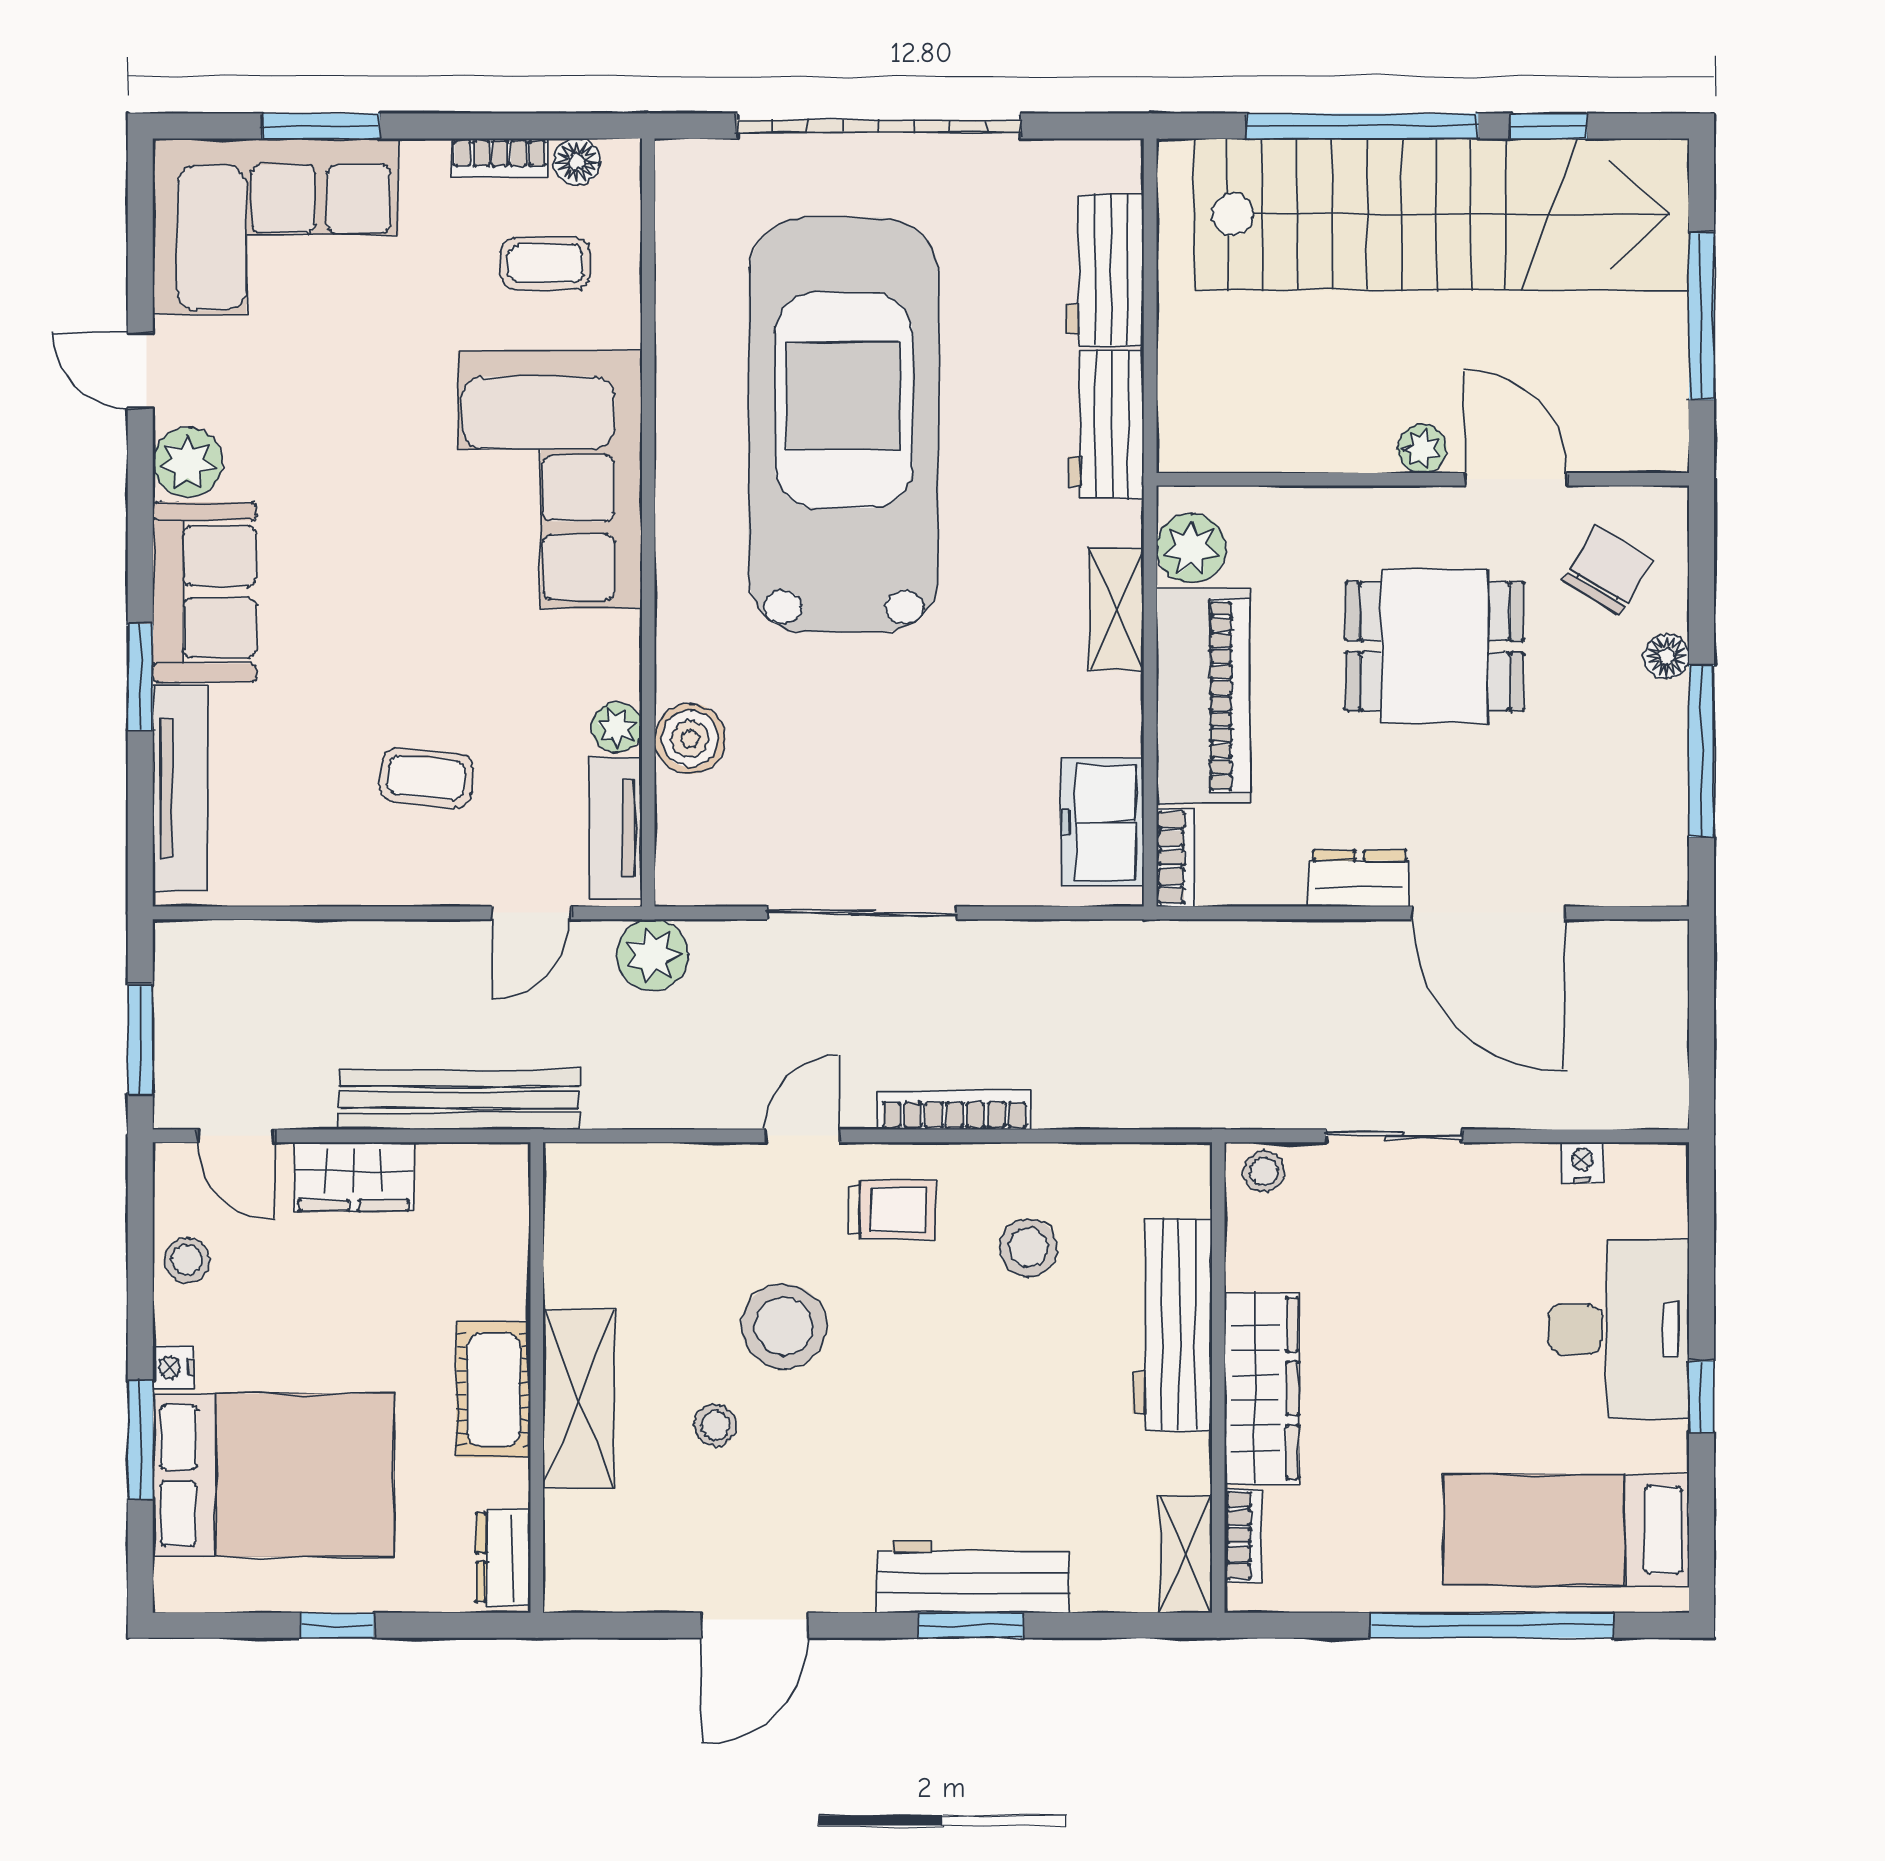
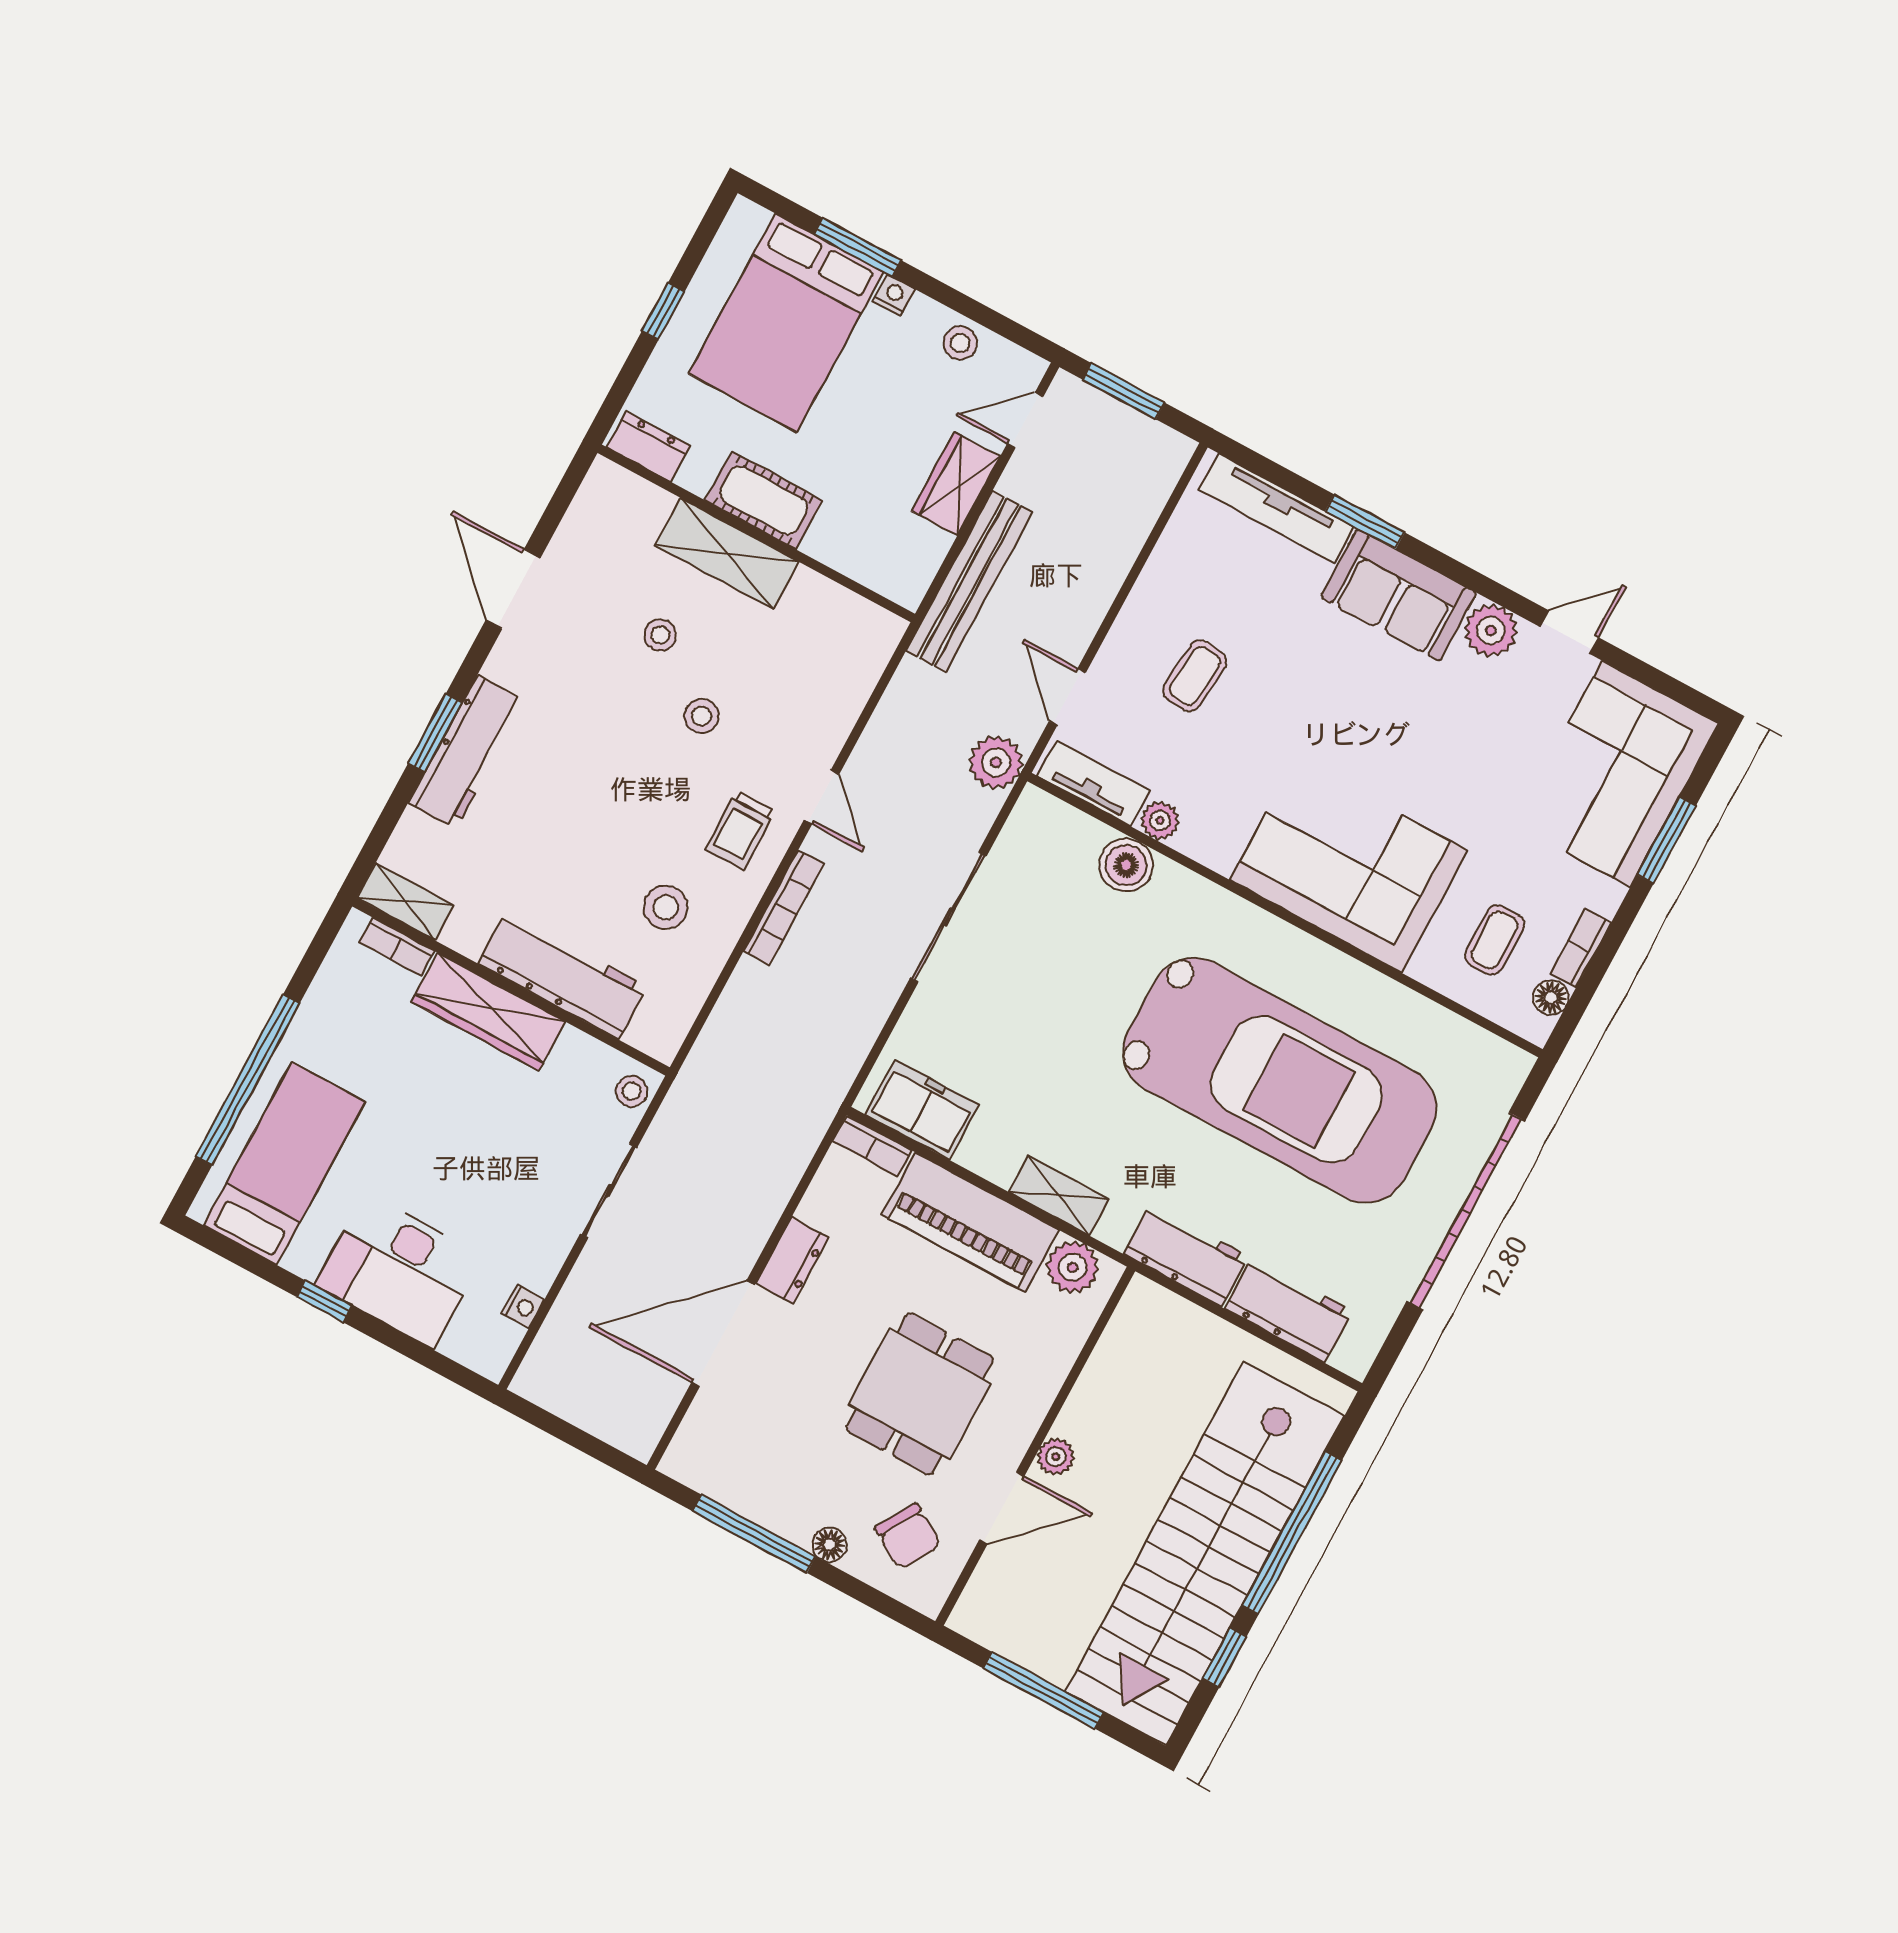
stool: (784, 1326) -> (701, 716), width x0.53, depth x0.53

